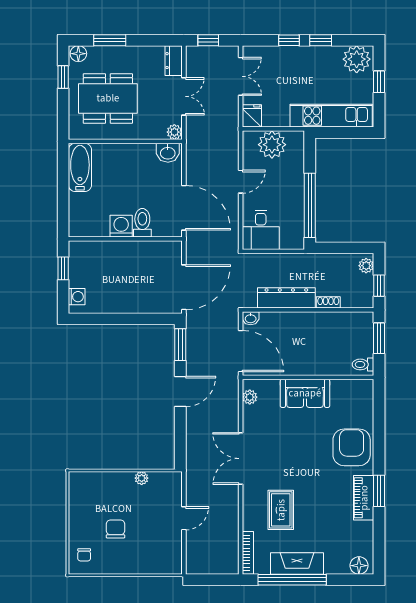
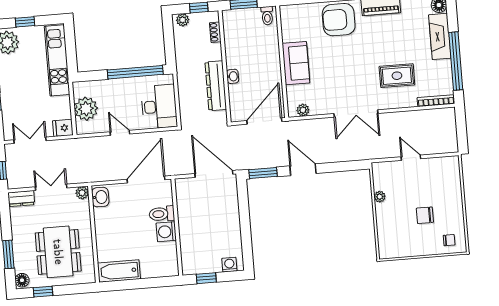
desk: (261, 230) -> (159, 107), width x1.37
shoe rack: (328, 302) -> (215, 32), moved
washbasin: (251, 318) -> (233, 76), moved
fireplace: (297, 564) -> (440, 36), moved

